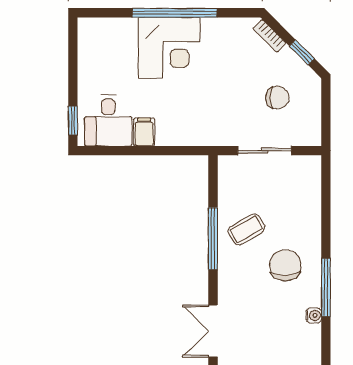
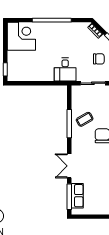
corner desk: (169, 48) -> (21, 36), moved, turned -90
desk: (108, 121) -> (65, 70), moved
filing cabinet: (144, 132) -> (38, 75), removed

